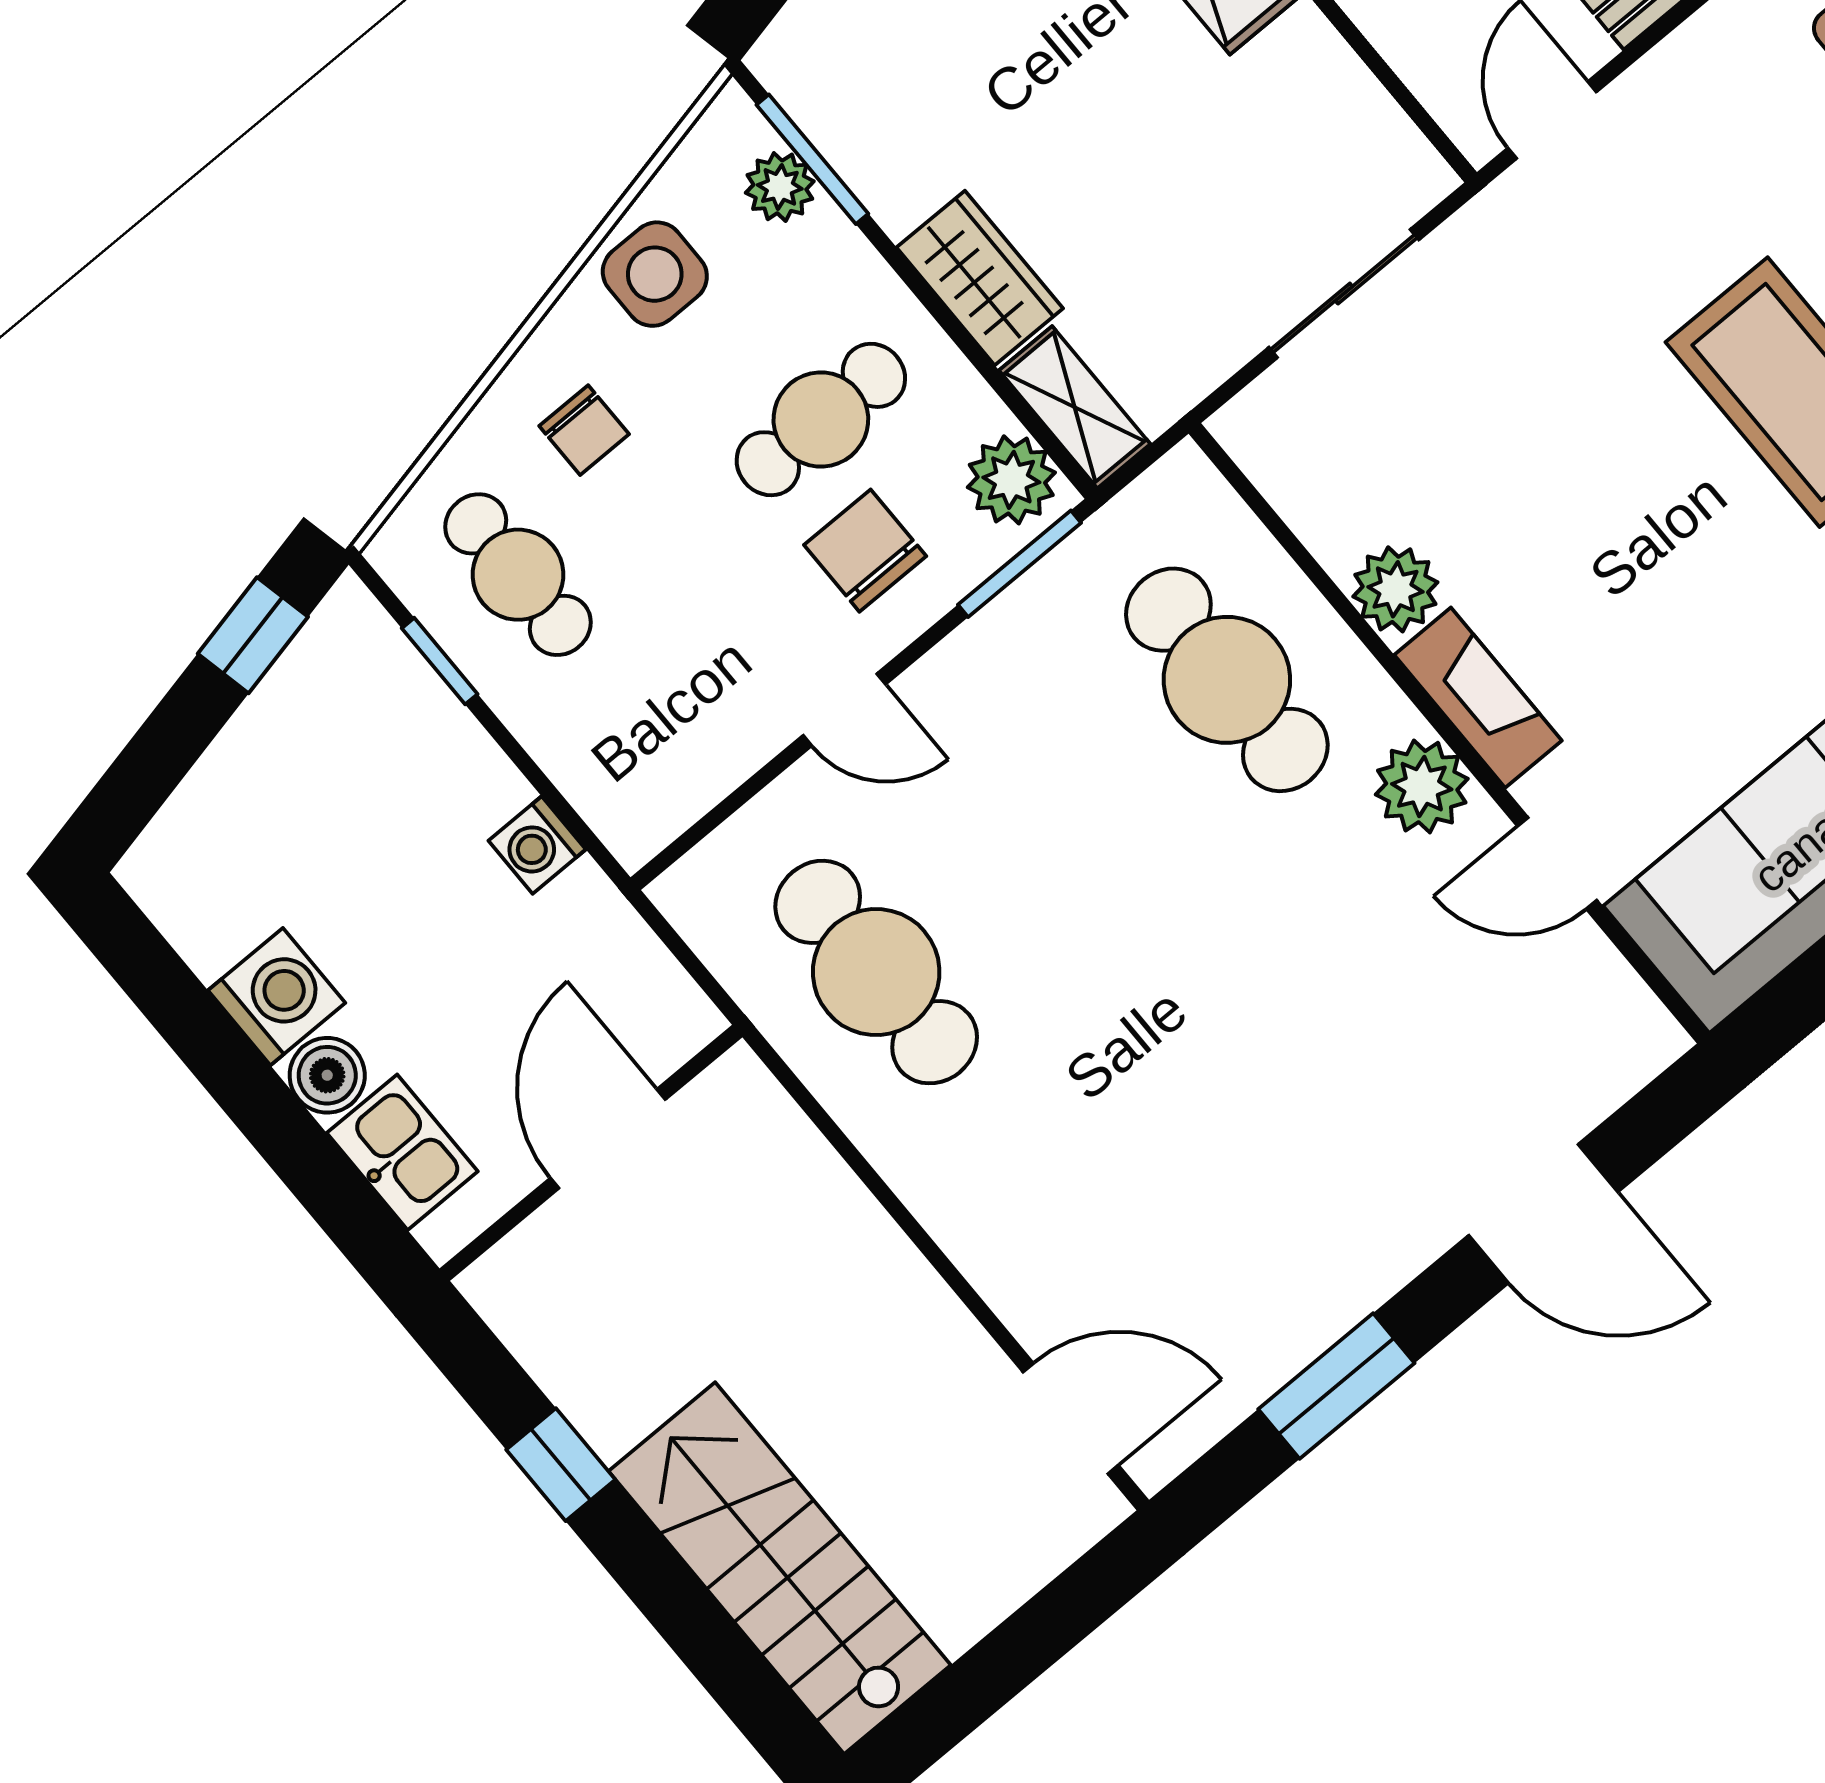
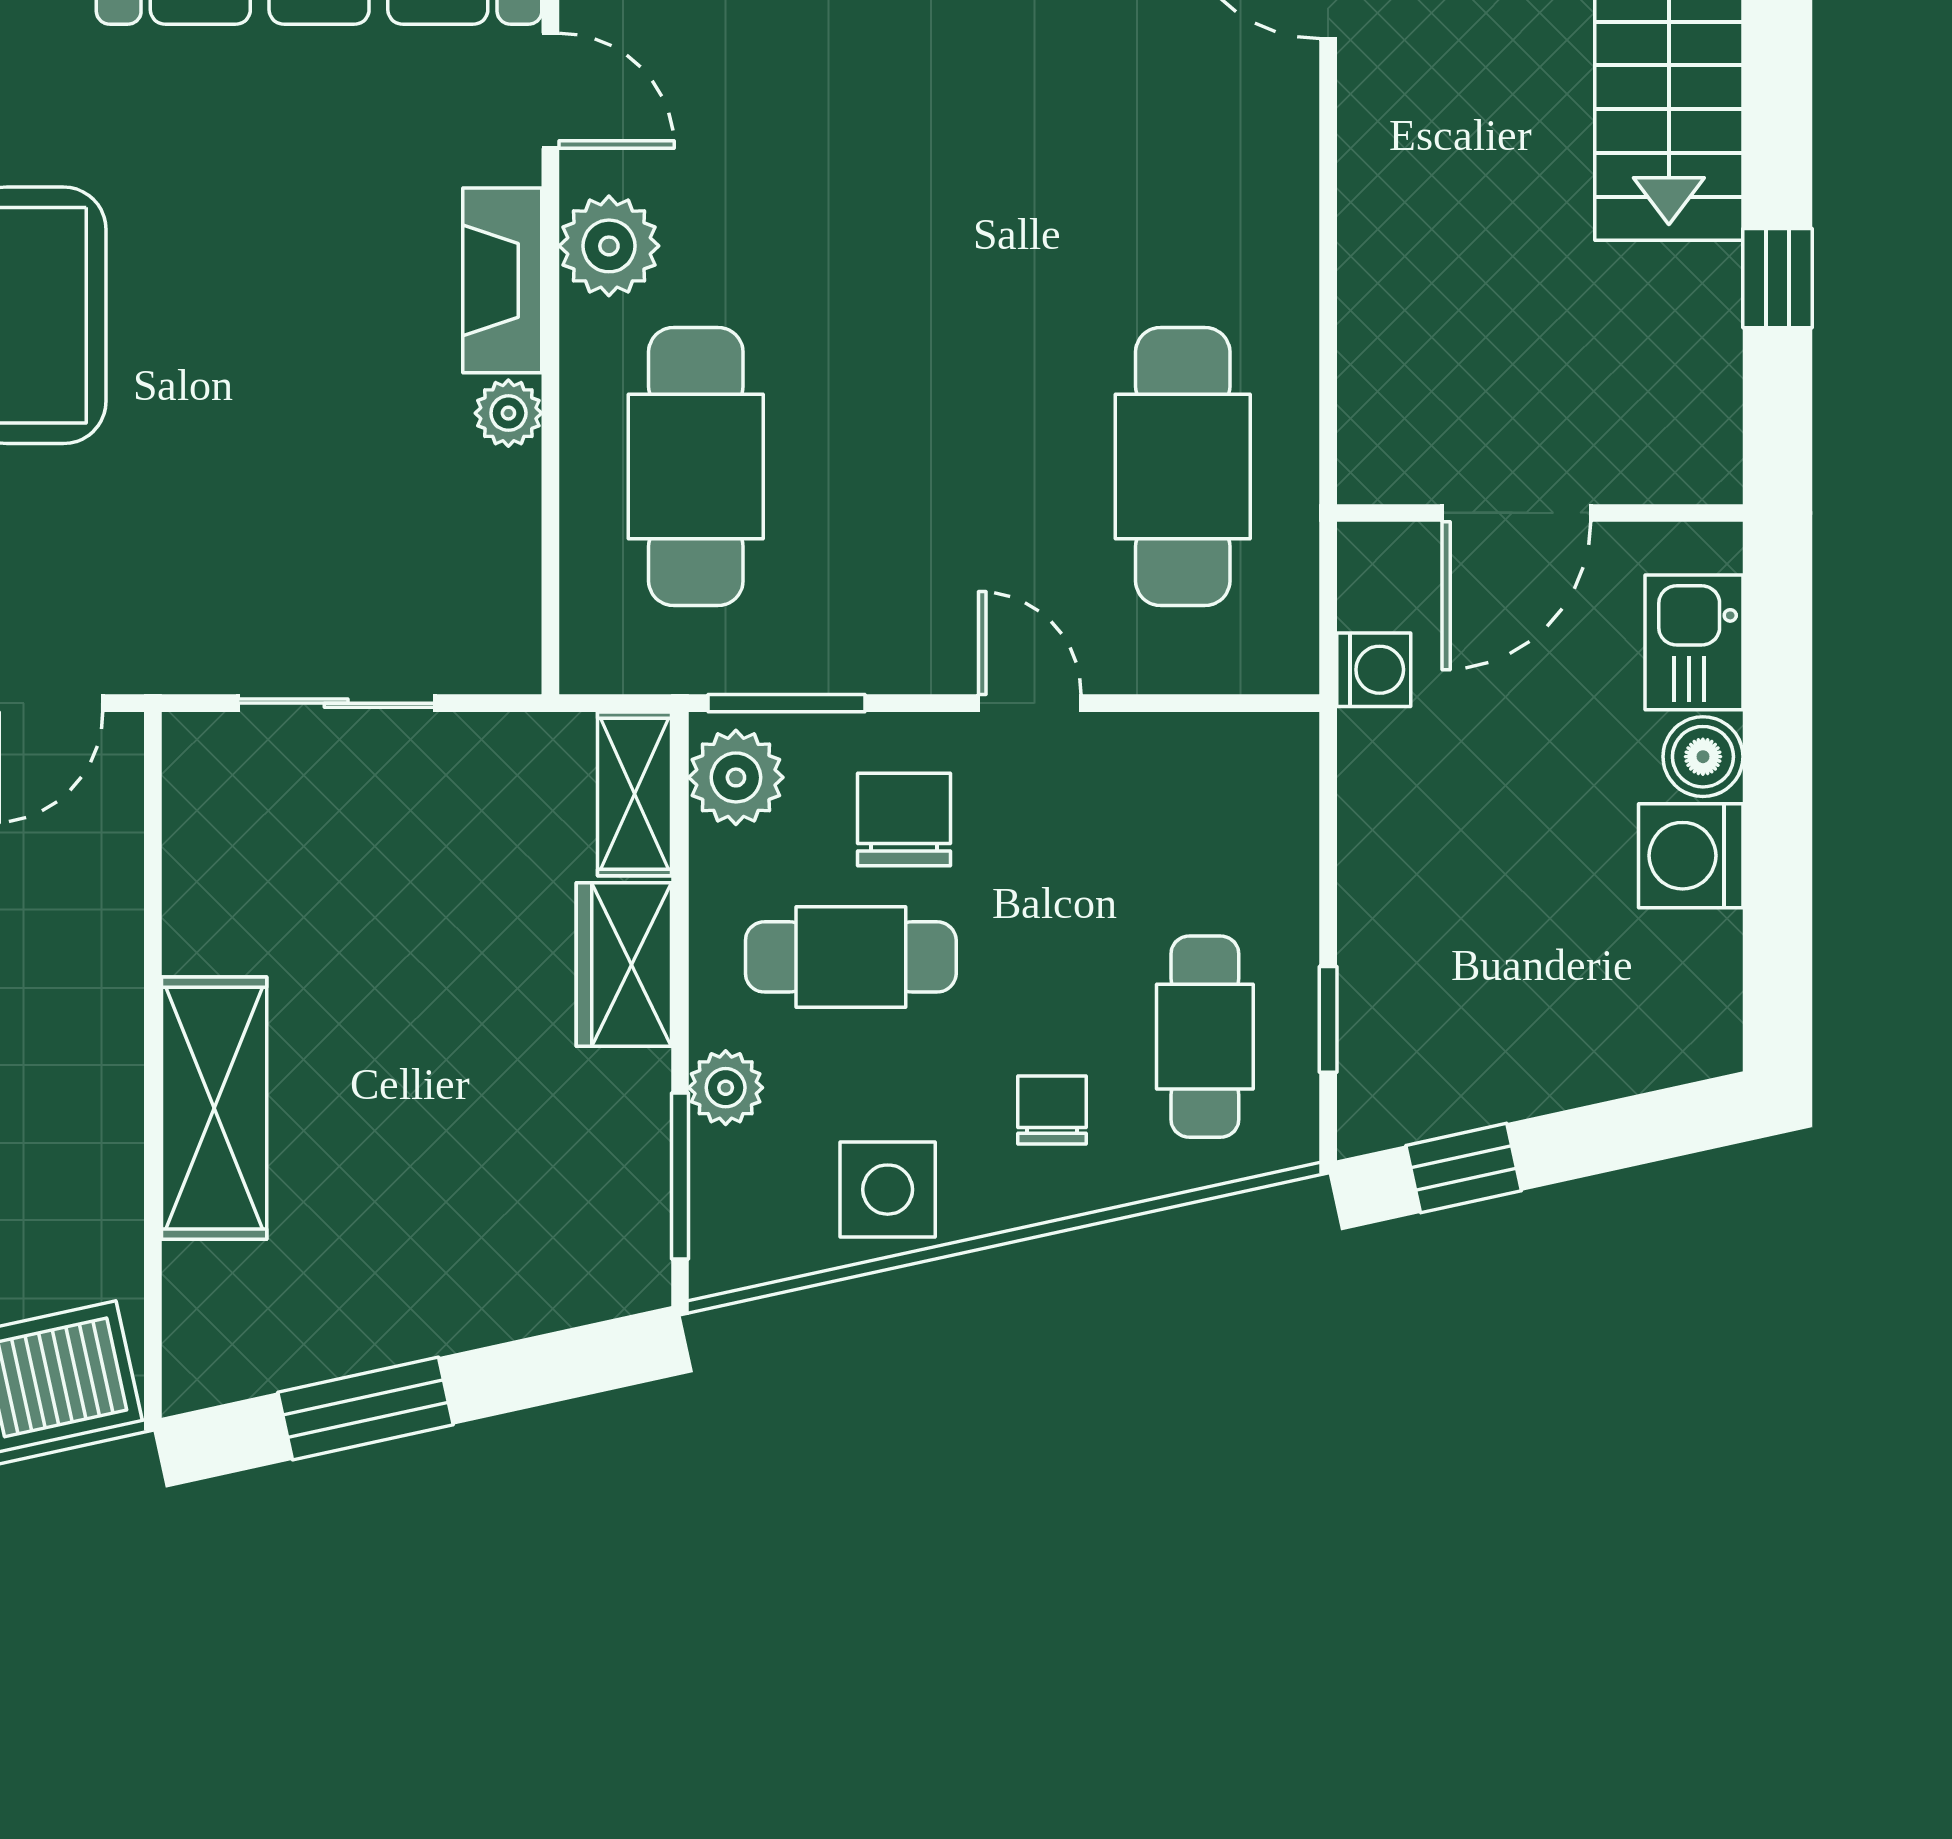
plant: (780, 187) -> (726, 1088), moved
chair: (865, 551) -> (904, 819), turned 180
plant: (1395, 589) -> (508, 413), width x0.73, depth x0.73
washing machine: (537, 845) -> (1374, 670), moved

